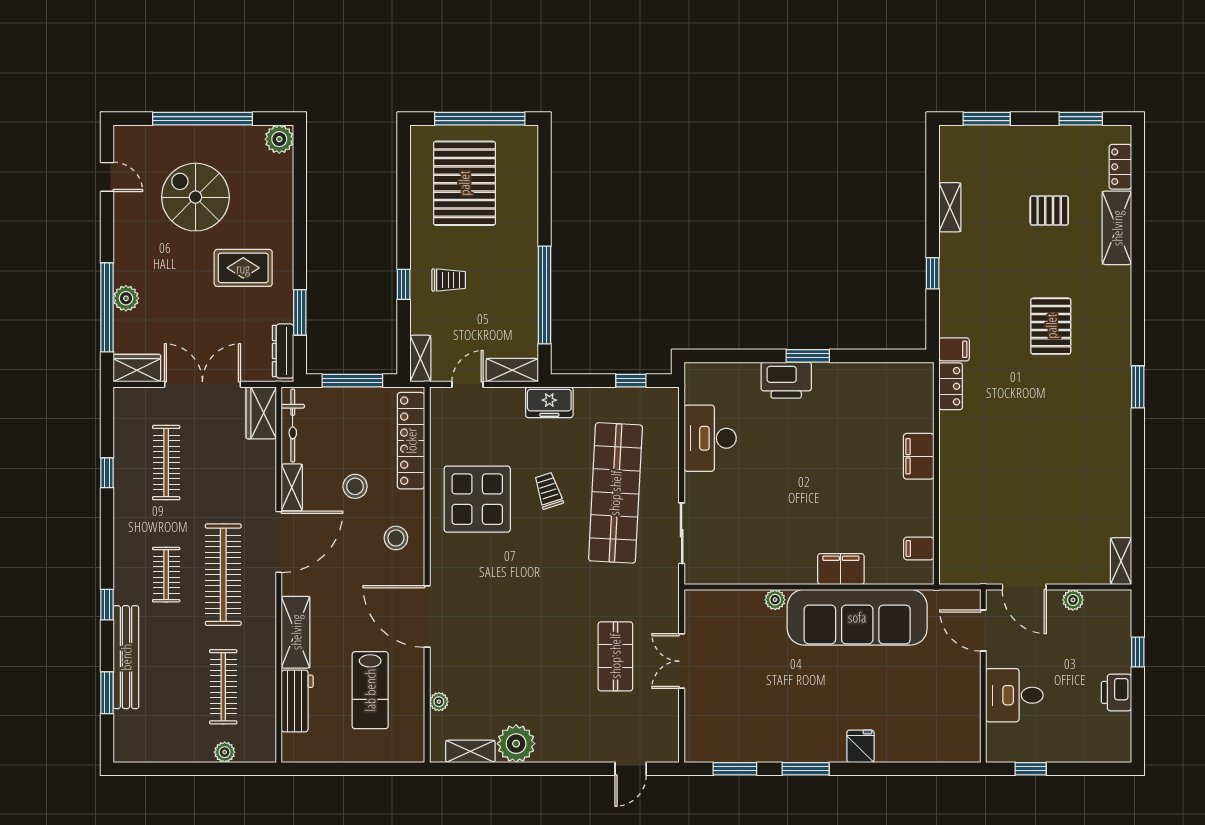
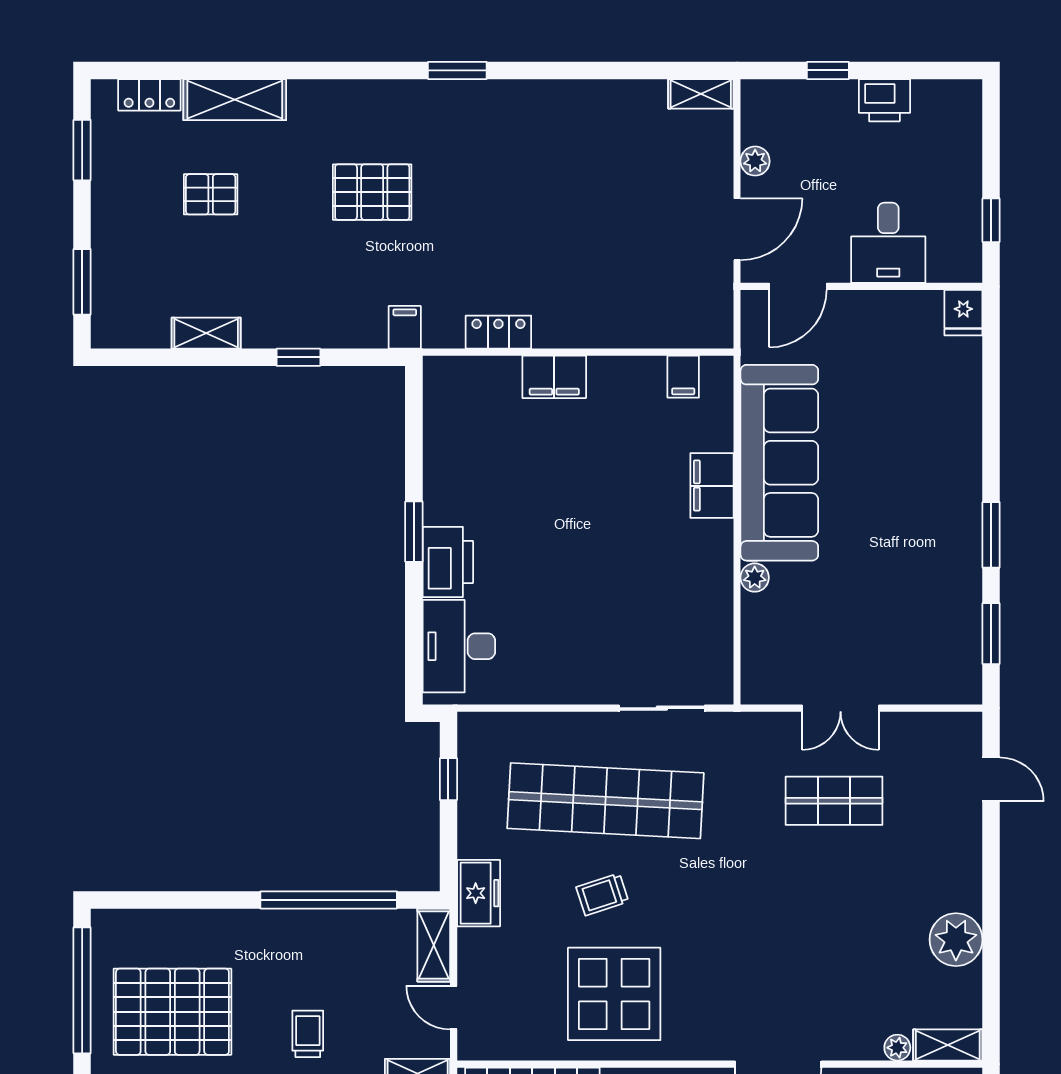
pallet: (1049, 211) -> (211, 194), turned 90
locker: (951, 386) -> (498, 332), moved
desk: (710, 438) -> (459, 646), moved, turned 90
fridge: (860, 746) -> (963, 313), moved, turned -90
shelving: (470, 751) -> (948, 1045), moved, turned 90

